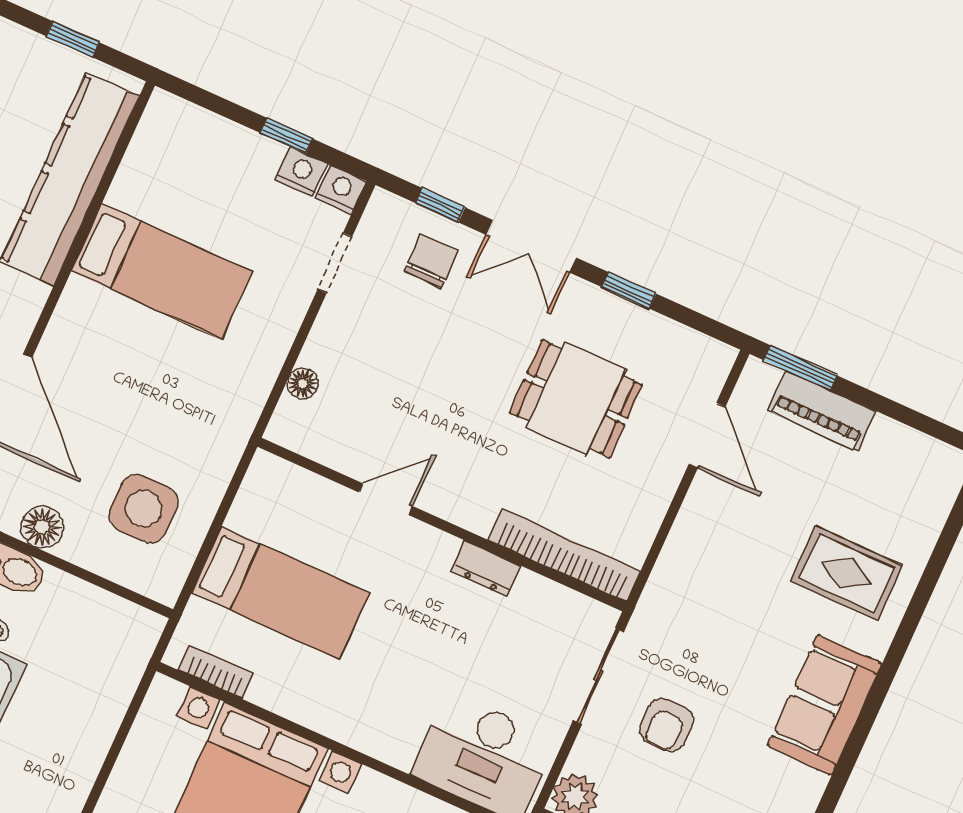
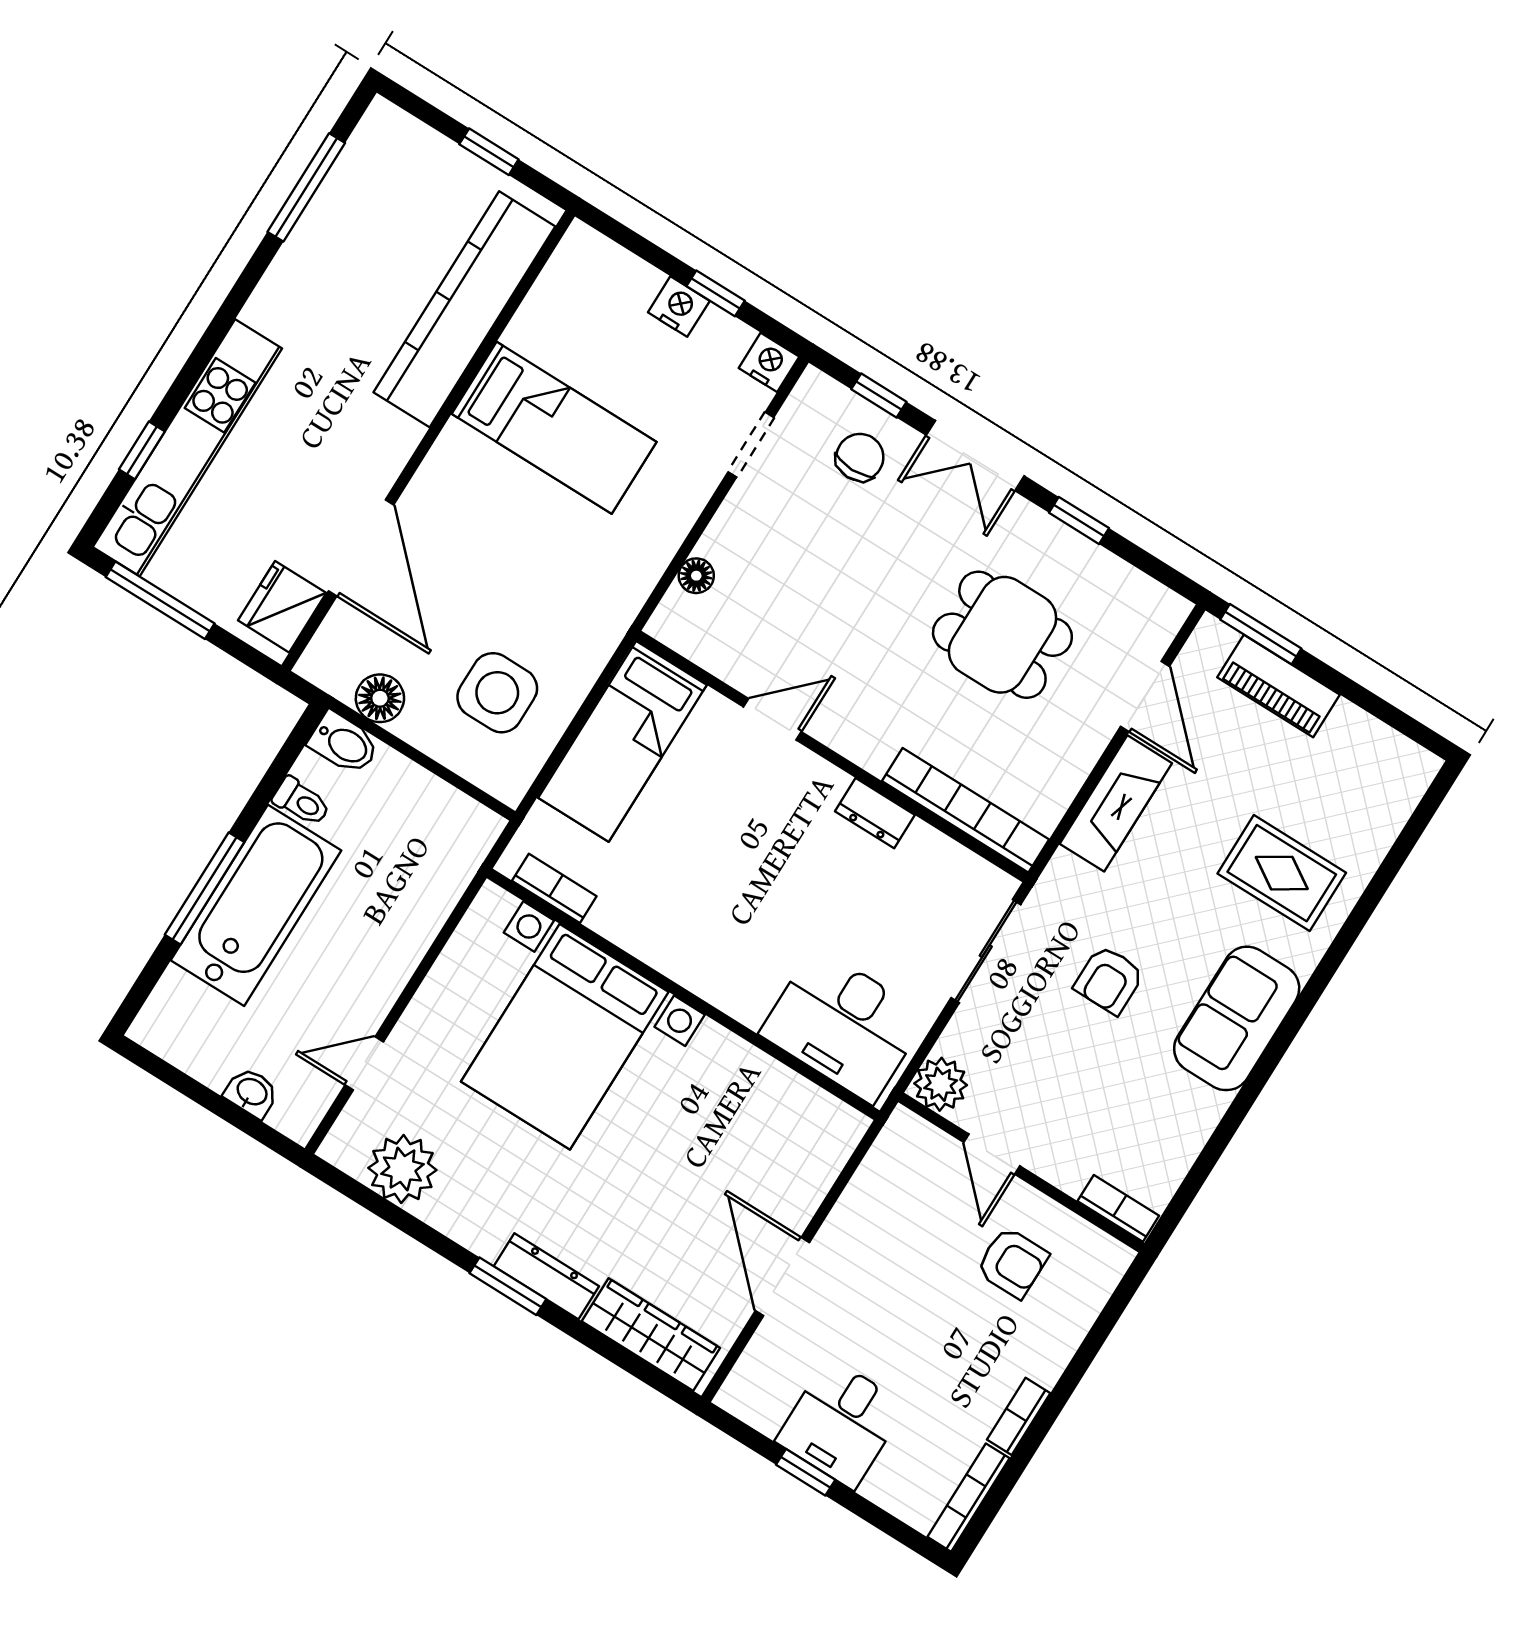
nightstand: (301, 172) -> (679, 307), moved
fireplace: (694, 532) -> (1116, 803), added
bed: (280, 593) -> (622, 741), moved, turned 90
armchair: (667, 725) -> (1109, 980), moved

